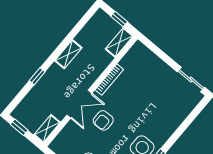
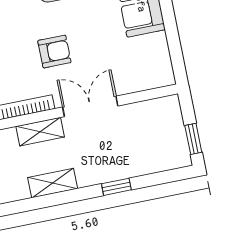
armchair: (103, 120) -> (54, 52), moved
shelving: (47, 129) -> (40, 132), moved

